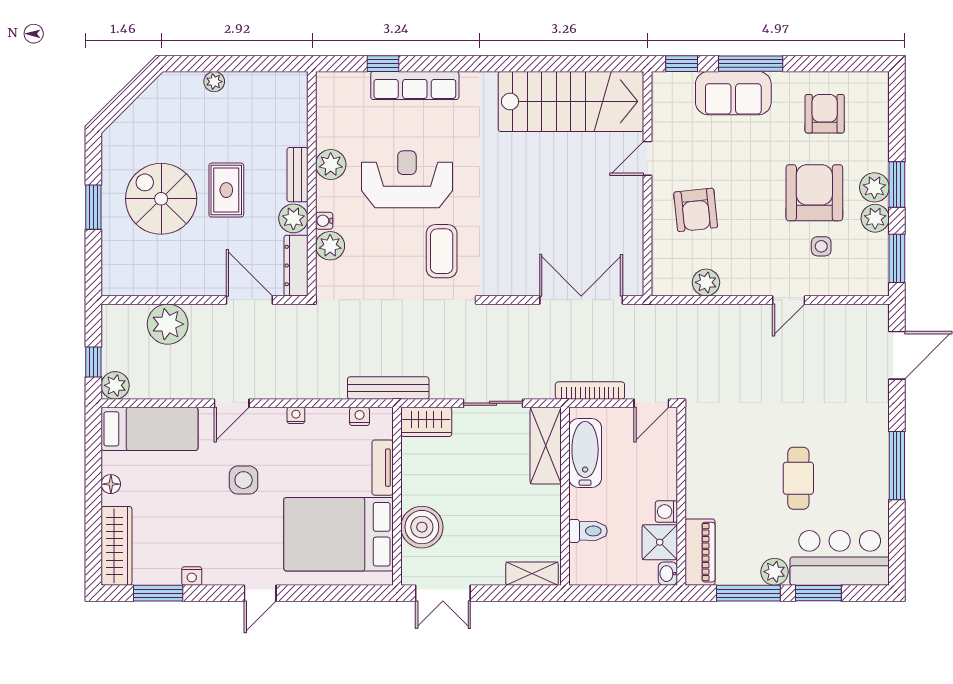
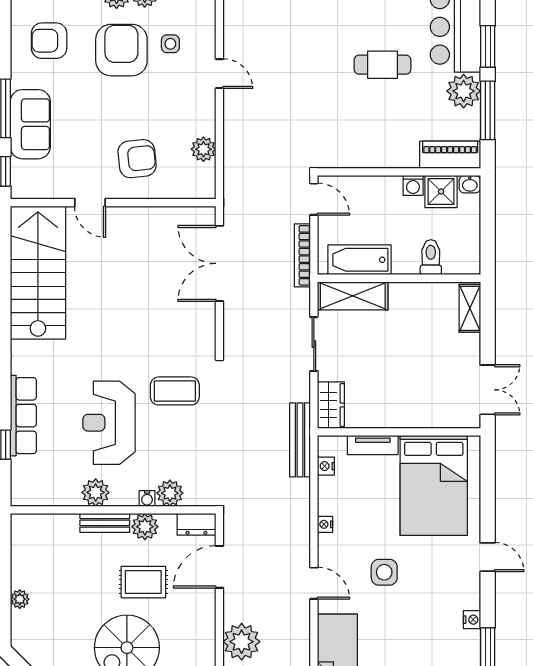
rug: (226, 190) -> (143, 582), moved
armchair: (814, 193) -> (121, 50), turned 90
dresser: (296, 266) -> (196, 524), width x0.70
boiler: (422, 527) -> (427, 409), removed
plant: (775, 572) -> (464, 91), width x1.36, depth x1.36

